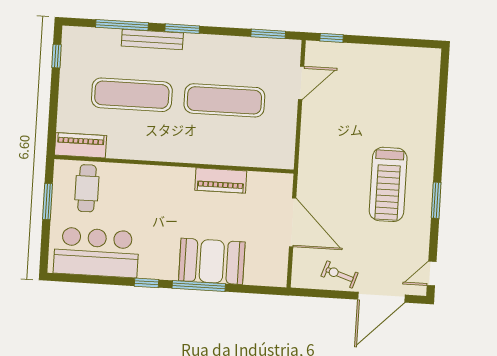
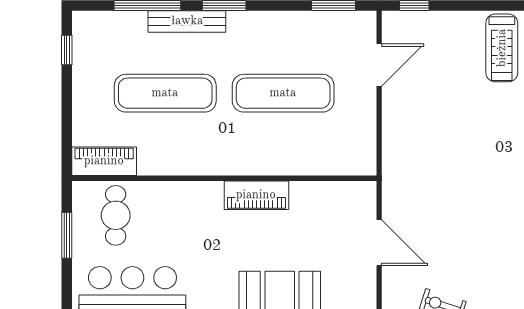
piano: (221, 181) -> (256, 195), moved
treadmill: (388, 184) -> (502, 48), moved, width x0.73, depth x0.73
door: (293, 222) -> (379, 243), width x0.73

